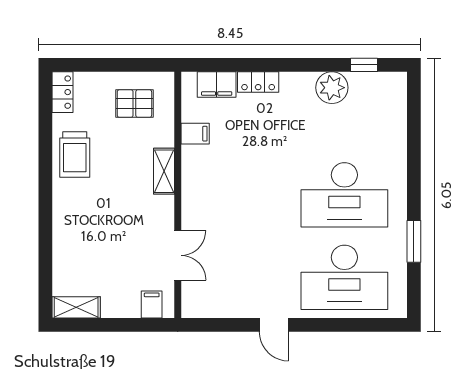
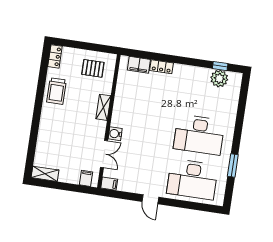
plant: (332, 88) -> (219, 79), moved
filing cabinet: (195, 134) -> (109, 184), moved
water cooler: (192, 216) -> (115, 134), added

